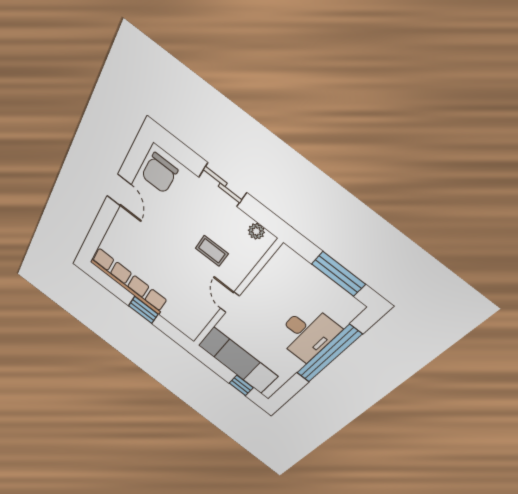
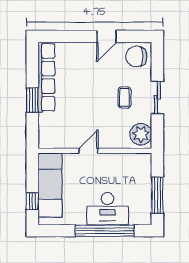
plant: (256, 231) -> (141, 134), width x1.87, depth x1.87
coffee table: (212, 251) -> (124, 97), moved

